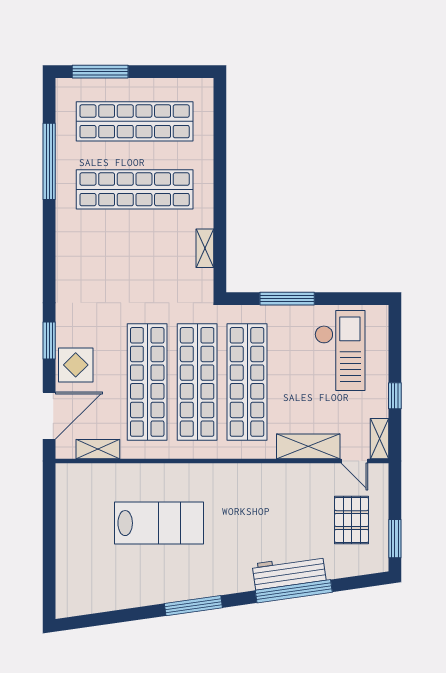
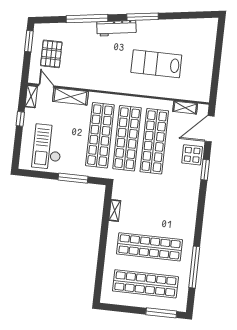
workbench: (289, 572) -> (116, 28), moved

